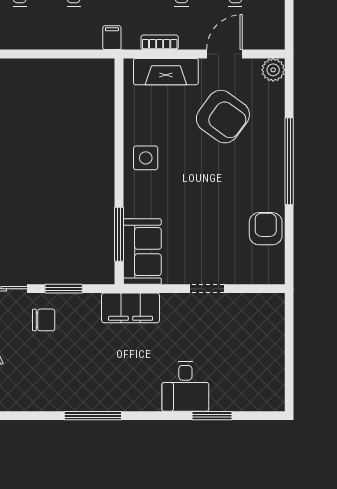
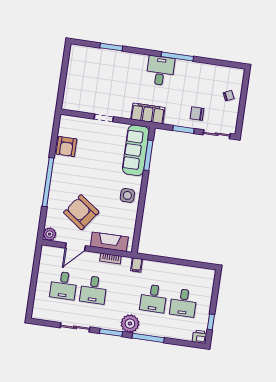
sofa: (142, 252) -> (136, 150), width x1.36
desk: (185, 386) -> (160, 71), moved

